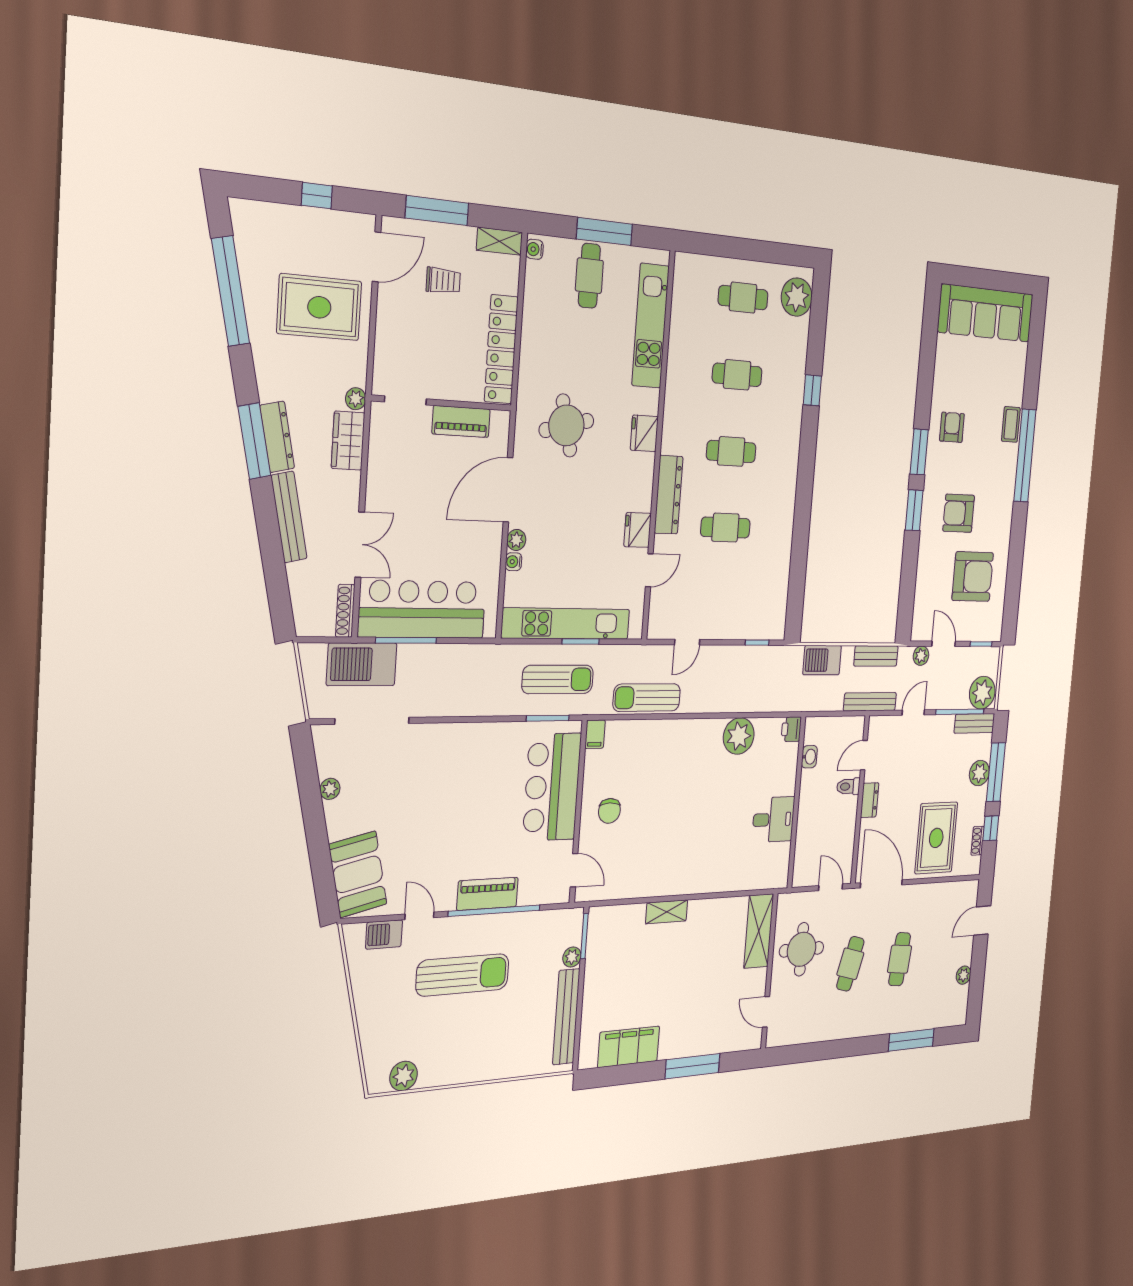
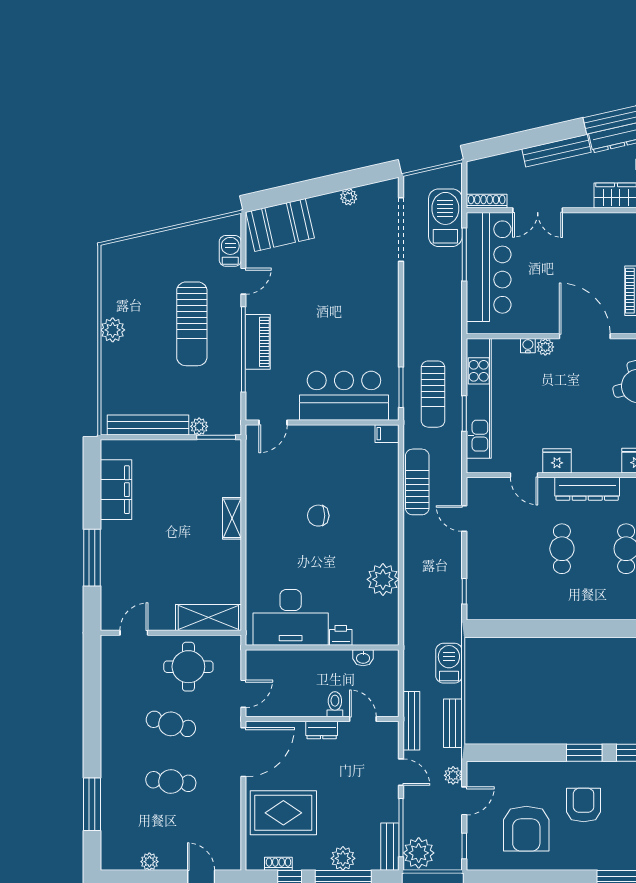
printer: (791, 729) -> (341, 635), moved
chair: (609, 811) -> (318, 516), moved
desk: (773, 819) -> (291, 617), width x1.87, depth x1.30
plant: (404, 1076) -> (113, 330), moved

